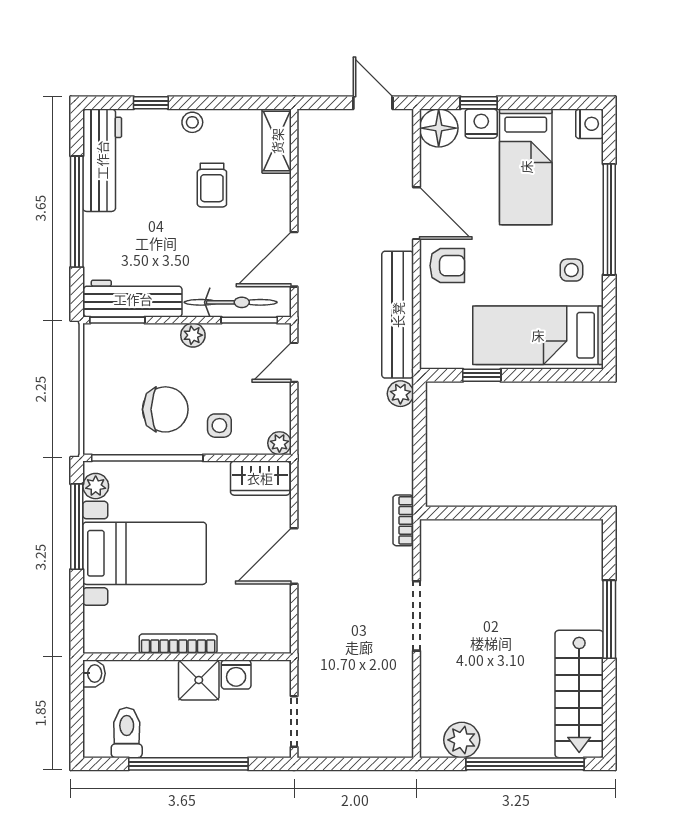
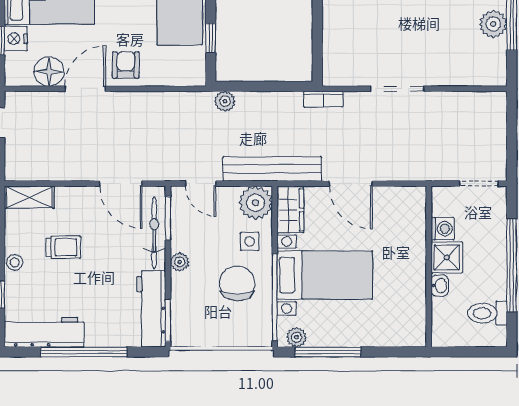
floor lamp: (439, 128) -> (49, 72), moved
bench: (398, 315) -> (272, 169), moved
plant: (279, 443) -> (255, 203), width x1.88, depth x1.88
bed with nightstands: (145, 553) -> (325, 275), moved, turned 90
bookcase: (178, 644) -> (419, 273), removed
washbasin: (94, 673) -> (440, 286), moved, turned 90
plant: (462, 740) -> (493, 24), moved

